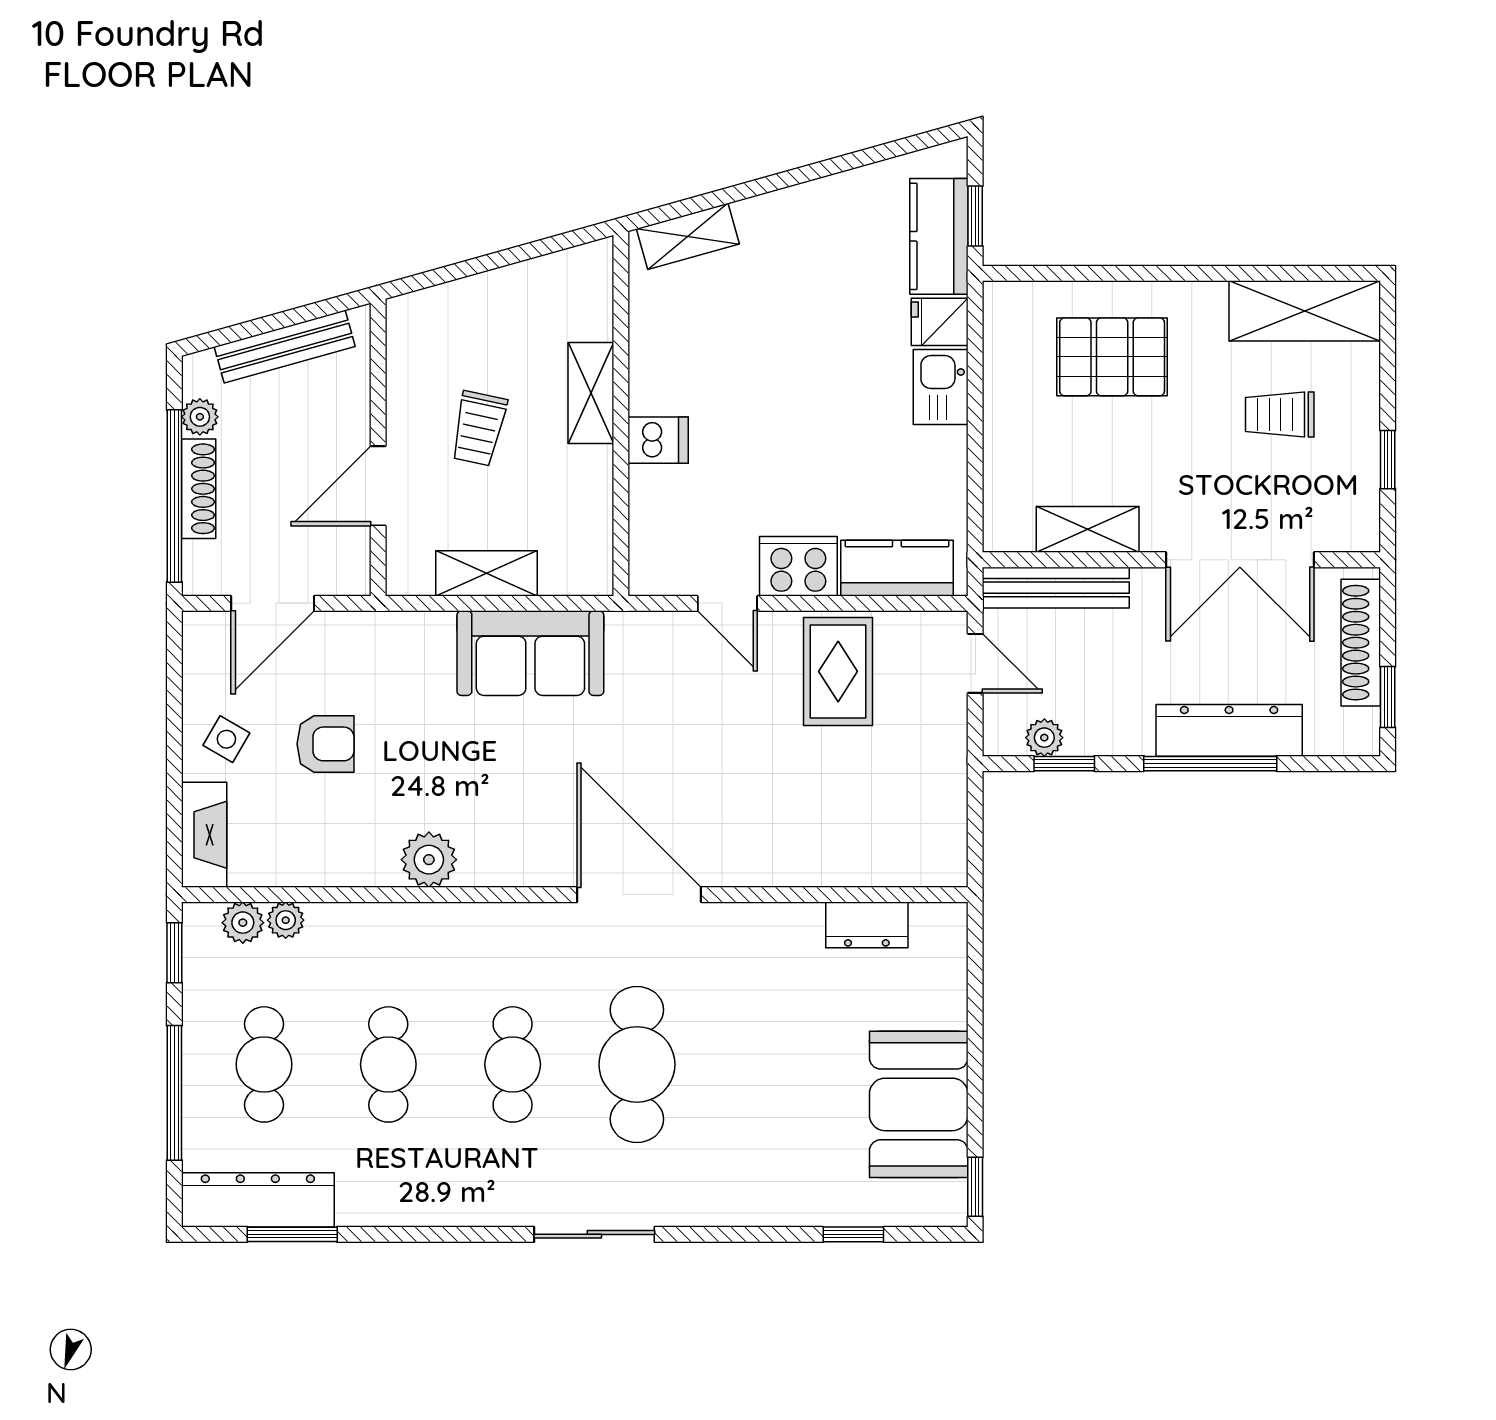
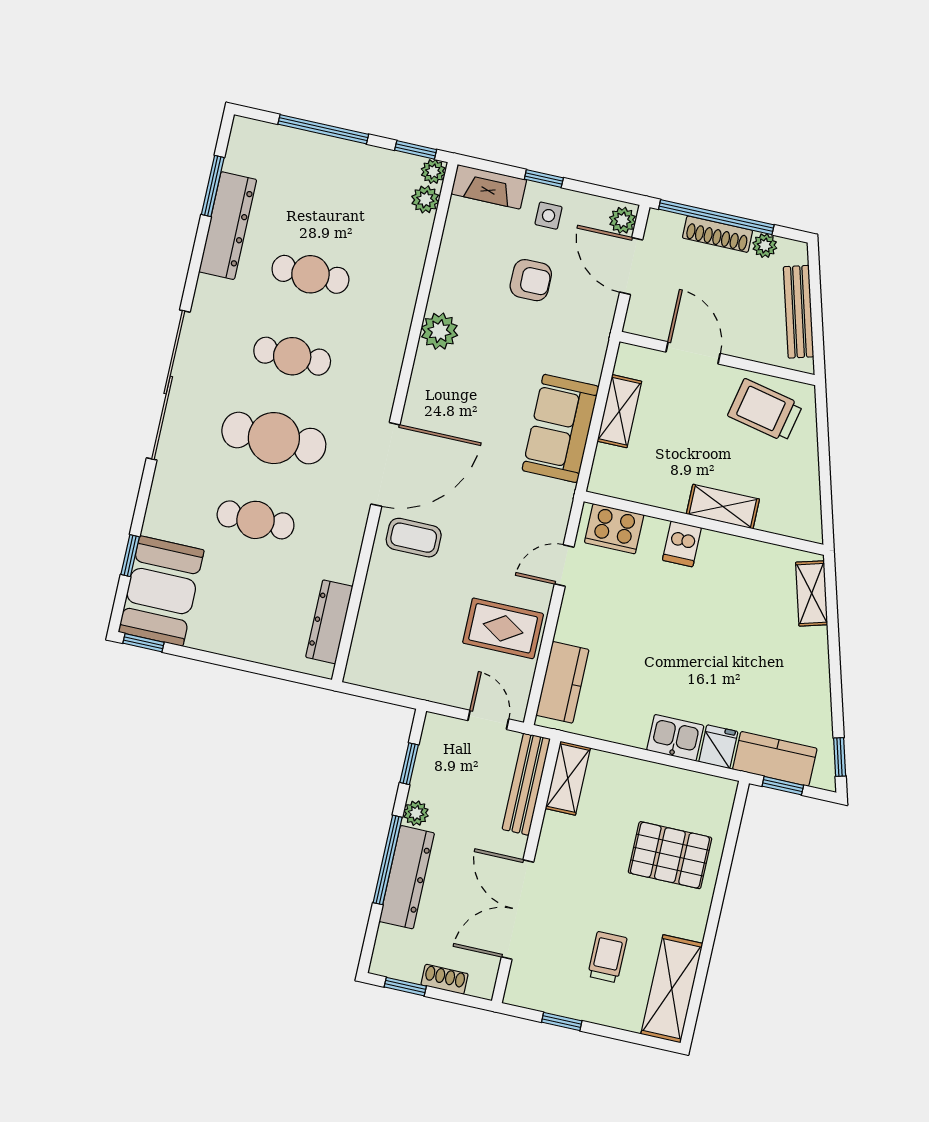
window: (915, 143) -> (840, 757), added
pallet: (1112, 357) -> (670, 855), turned 90
trolley: (479, 428) -> (765, 410), moved, width x1.36, depth x1.39
shelving: (1088, 529) -> (568, 778), moved
cooker: (798, 566) -> (614, 529), moved, turned 90
plant: (209, 631) -> (623, 220), added
shoe rack: (1361, 643) -> (445, 979), width x0.51, depth x0.81
door: (975, 663) -> (488, 720), swing flipped
plant: (1044, 738) -> (416, 813), moved
side table: (226, 739) -> (549, 216), turned -30
armchair: (326, 744) -> (531, 280), turned -90
window: (174, 758) -> (544, 179), added
coffee table: (736, 830) -> (414, 538), added
plant: (286, 920) -> (433, 171), moved
dresser: (867, 925) -> (329, 622), width x1.44
cafe table: (264, 1064) -> (256, 520), moved
booth: (919, 1104) -> (161, 591), moved, turned 90
dresser: (258, 1200) -> (228, 226), moved
sliding door: (594, 1234) -> (168, 385), width x1.86

